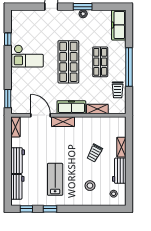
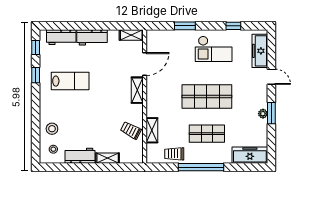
checkout: (27, 56) -> (214, 49), turned -90
window: (8, 99) -> (185, 26), moved
freezer: (71, 107) -> (260, 51), moved, turned 180
trolley: (95, 153) -> (131, 130), moved
stool: (90, 186) -> (52, 129), moved

